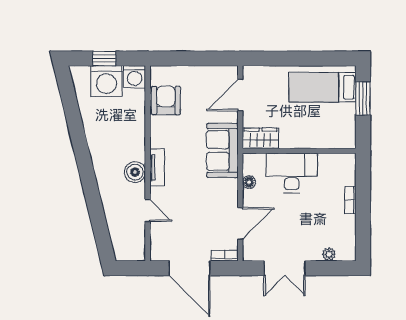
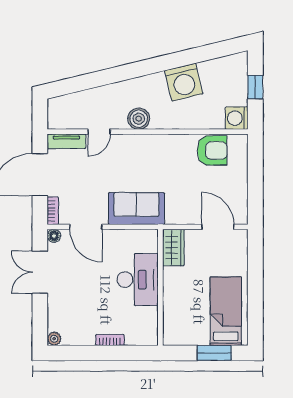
washing machine: (106, 81) -> (184, 82), moved, turned -104
sofa: (223, 150) -> (136, 209), moved
tv unit: (157, 168) -> (66, 141), moved
floor lamp: (249, 182) -> (54, 236), moved
plant: (329, 254) -> (54, 339), moved

